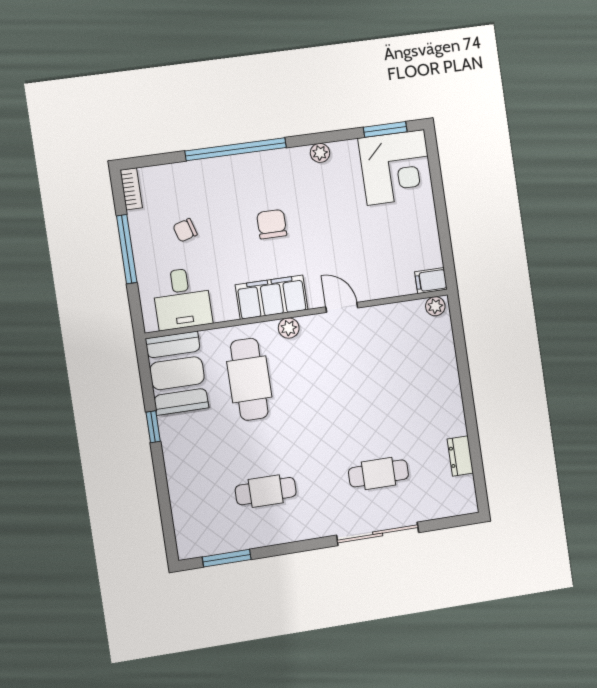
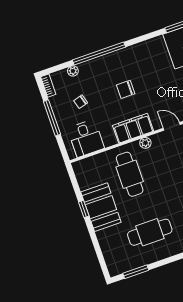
plant: (320, 153) -> (73, 71), moved
chair: (272, 224) -> (126, 89), turned -90
booth: (177, 373) -> (101, 207), moved
cafe table: (266, 491) -> (150, 232), width x1.37, depth x1.35

